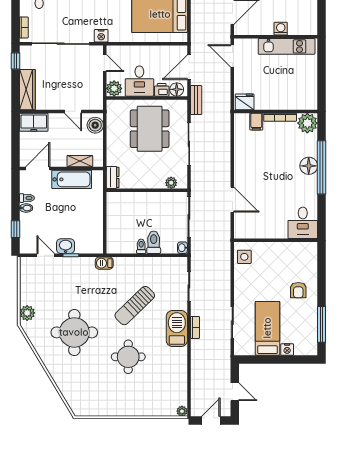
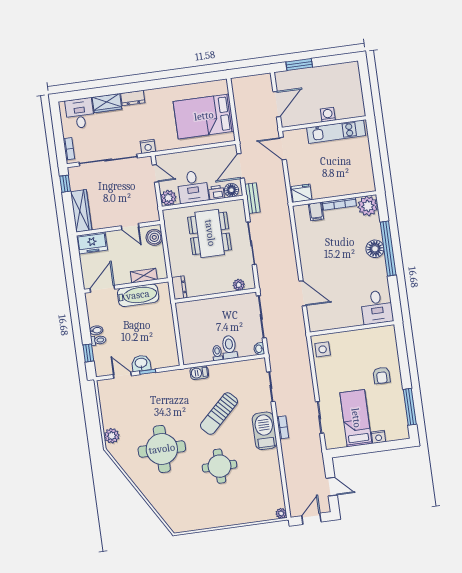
toilet: (27, 198) -> (98, 340), moved
barbecue: (104, 263) -> (199, 373), moved

